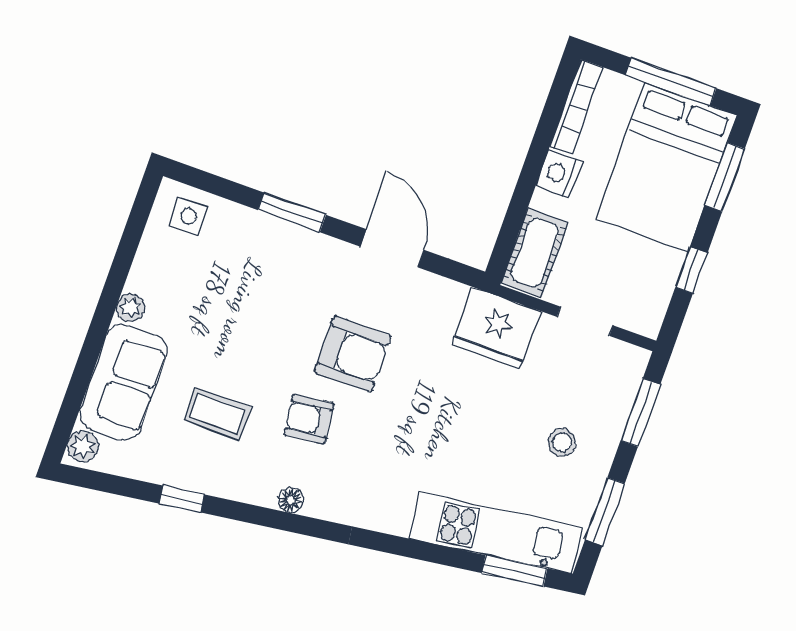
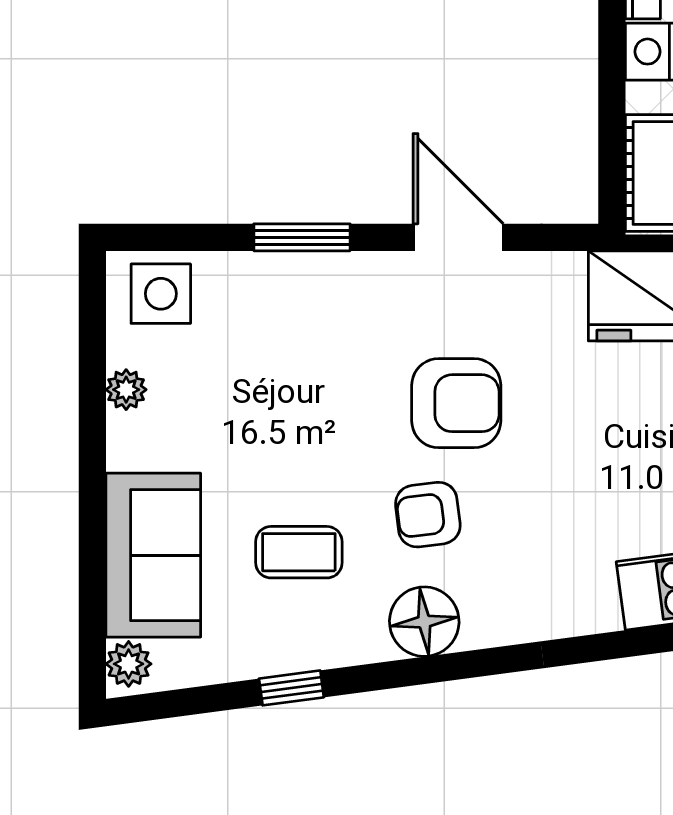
side table: (188, 216) -> (161, 294), width x1.37, depth x1.37
plant: (131, 308) -> (126, 390), moved
floor lamp: (291, 500) -> (424, 622), width x1.89, depth x1.89

